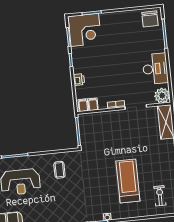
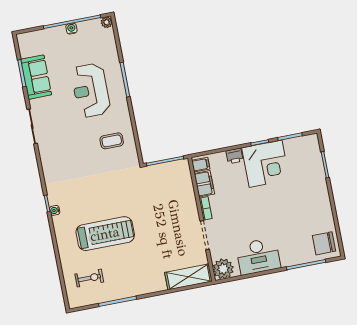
corner desk: (85, 30) -> (266, 164), moved, turned -90
filing cabinet: (93, 104) -> (204, 184), width x2.00

